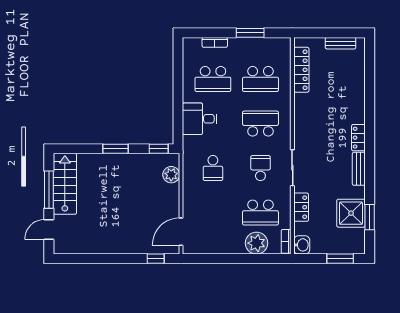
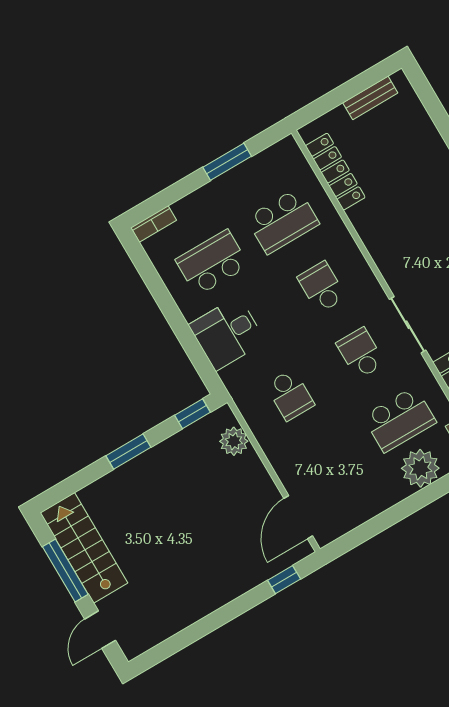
bookcase: (215, 42) -> (154, 224), moved
school desk: (213, 79) -> (212, 263), turned 180
school desk: (260, 124) -> (322, 287), width x0.54

